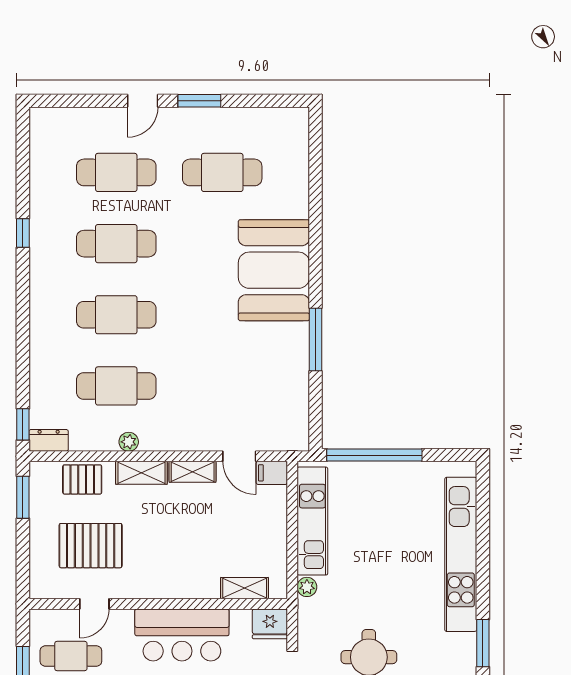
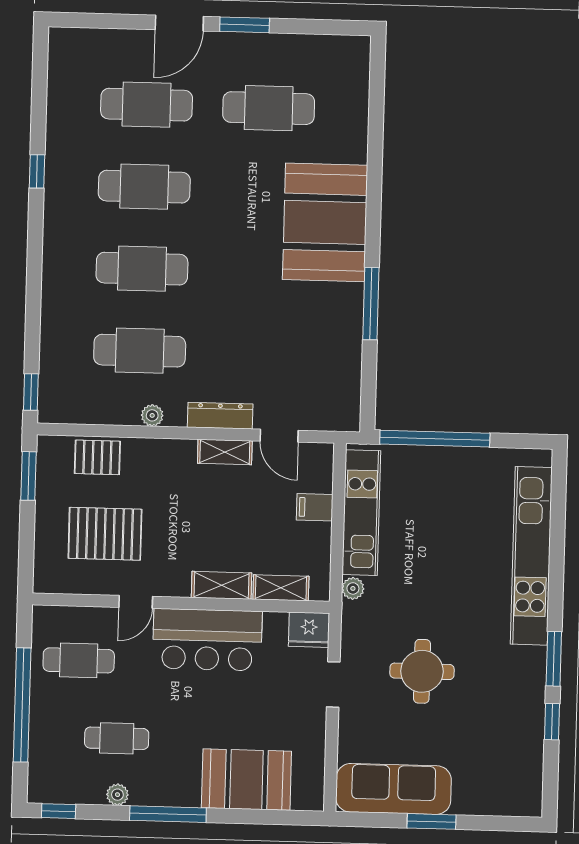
door: (143, 101) -> (179, 23), width x1.38
dresser: (49, 440) -> (220, 416), moved, width x1.44
shelving: (141, 473) -> (222, 585), moved
filing cabinet: (272, 473) -> (315, 507), moved
door: (94, 604) -> (136, 602), moved

